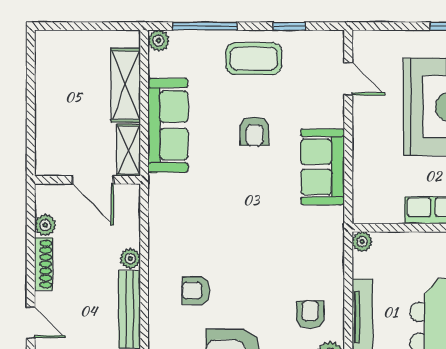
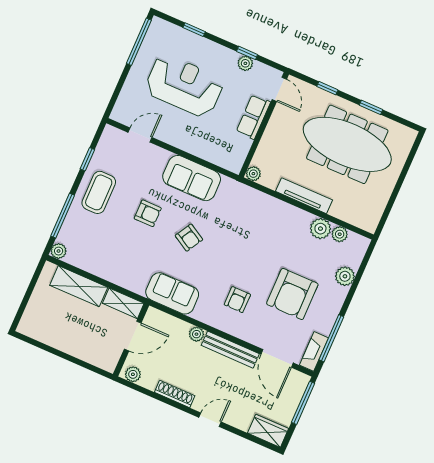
sofa: (168, 125) -> (172, 293), moved, width x0.73
plant: (45, 225) -> (133, 374), moved
armchair: (310, 315) -> (189, 238), moved, turned -150

